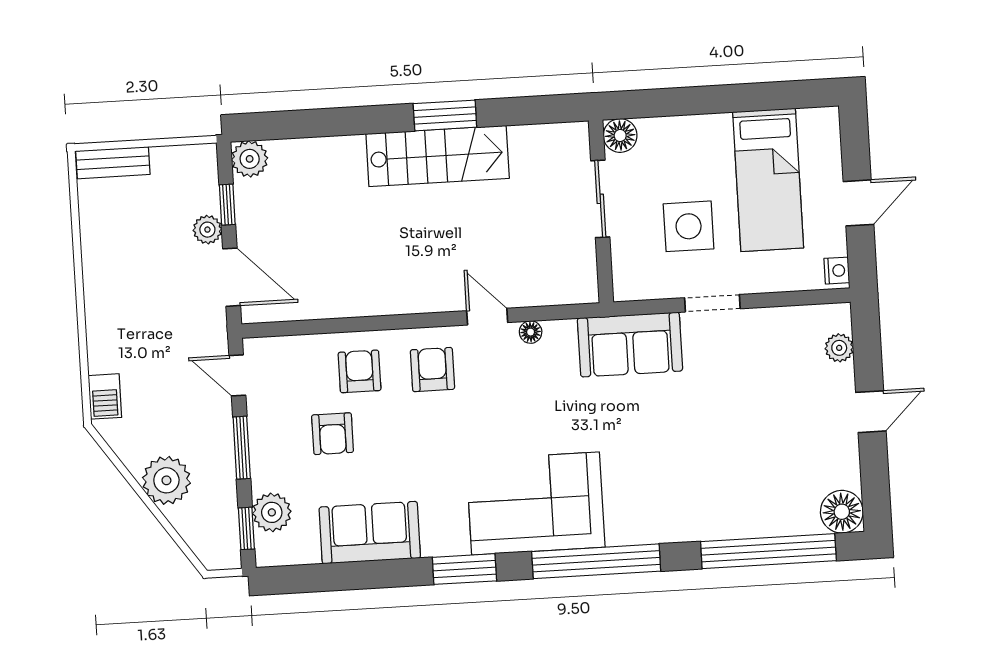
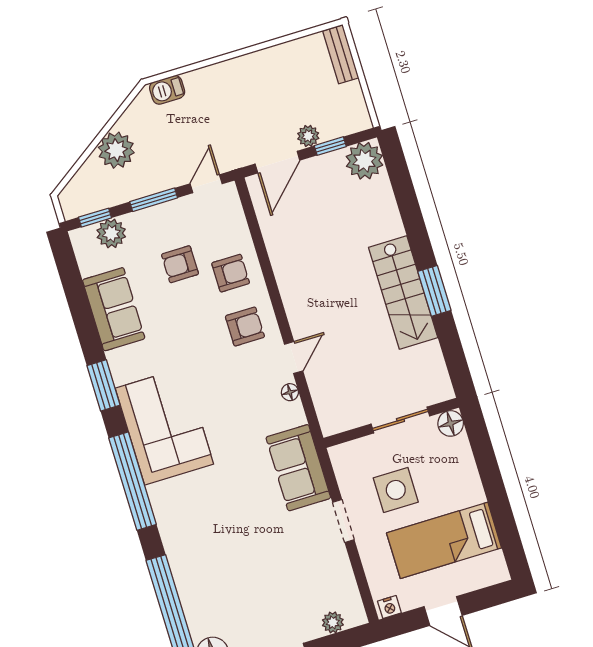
plant: (250, 159) -> (364, 161), width x1.36, depth x1.36

